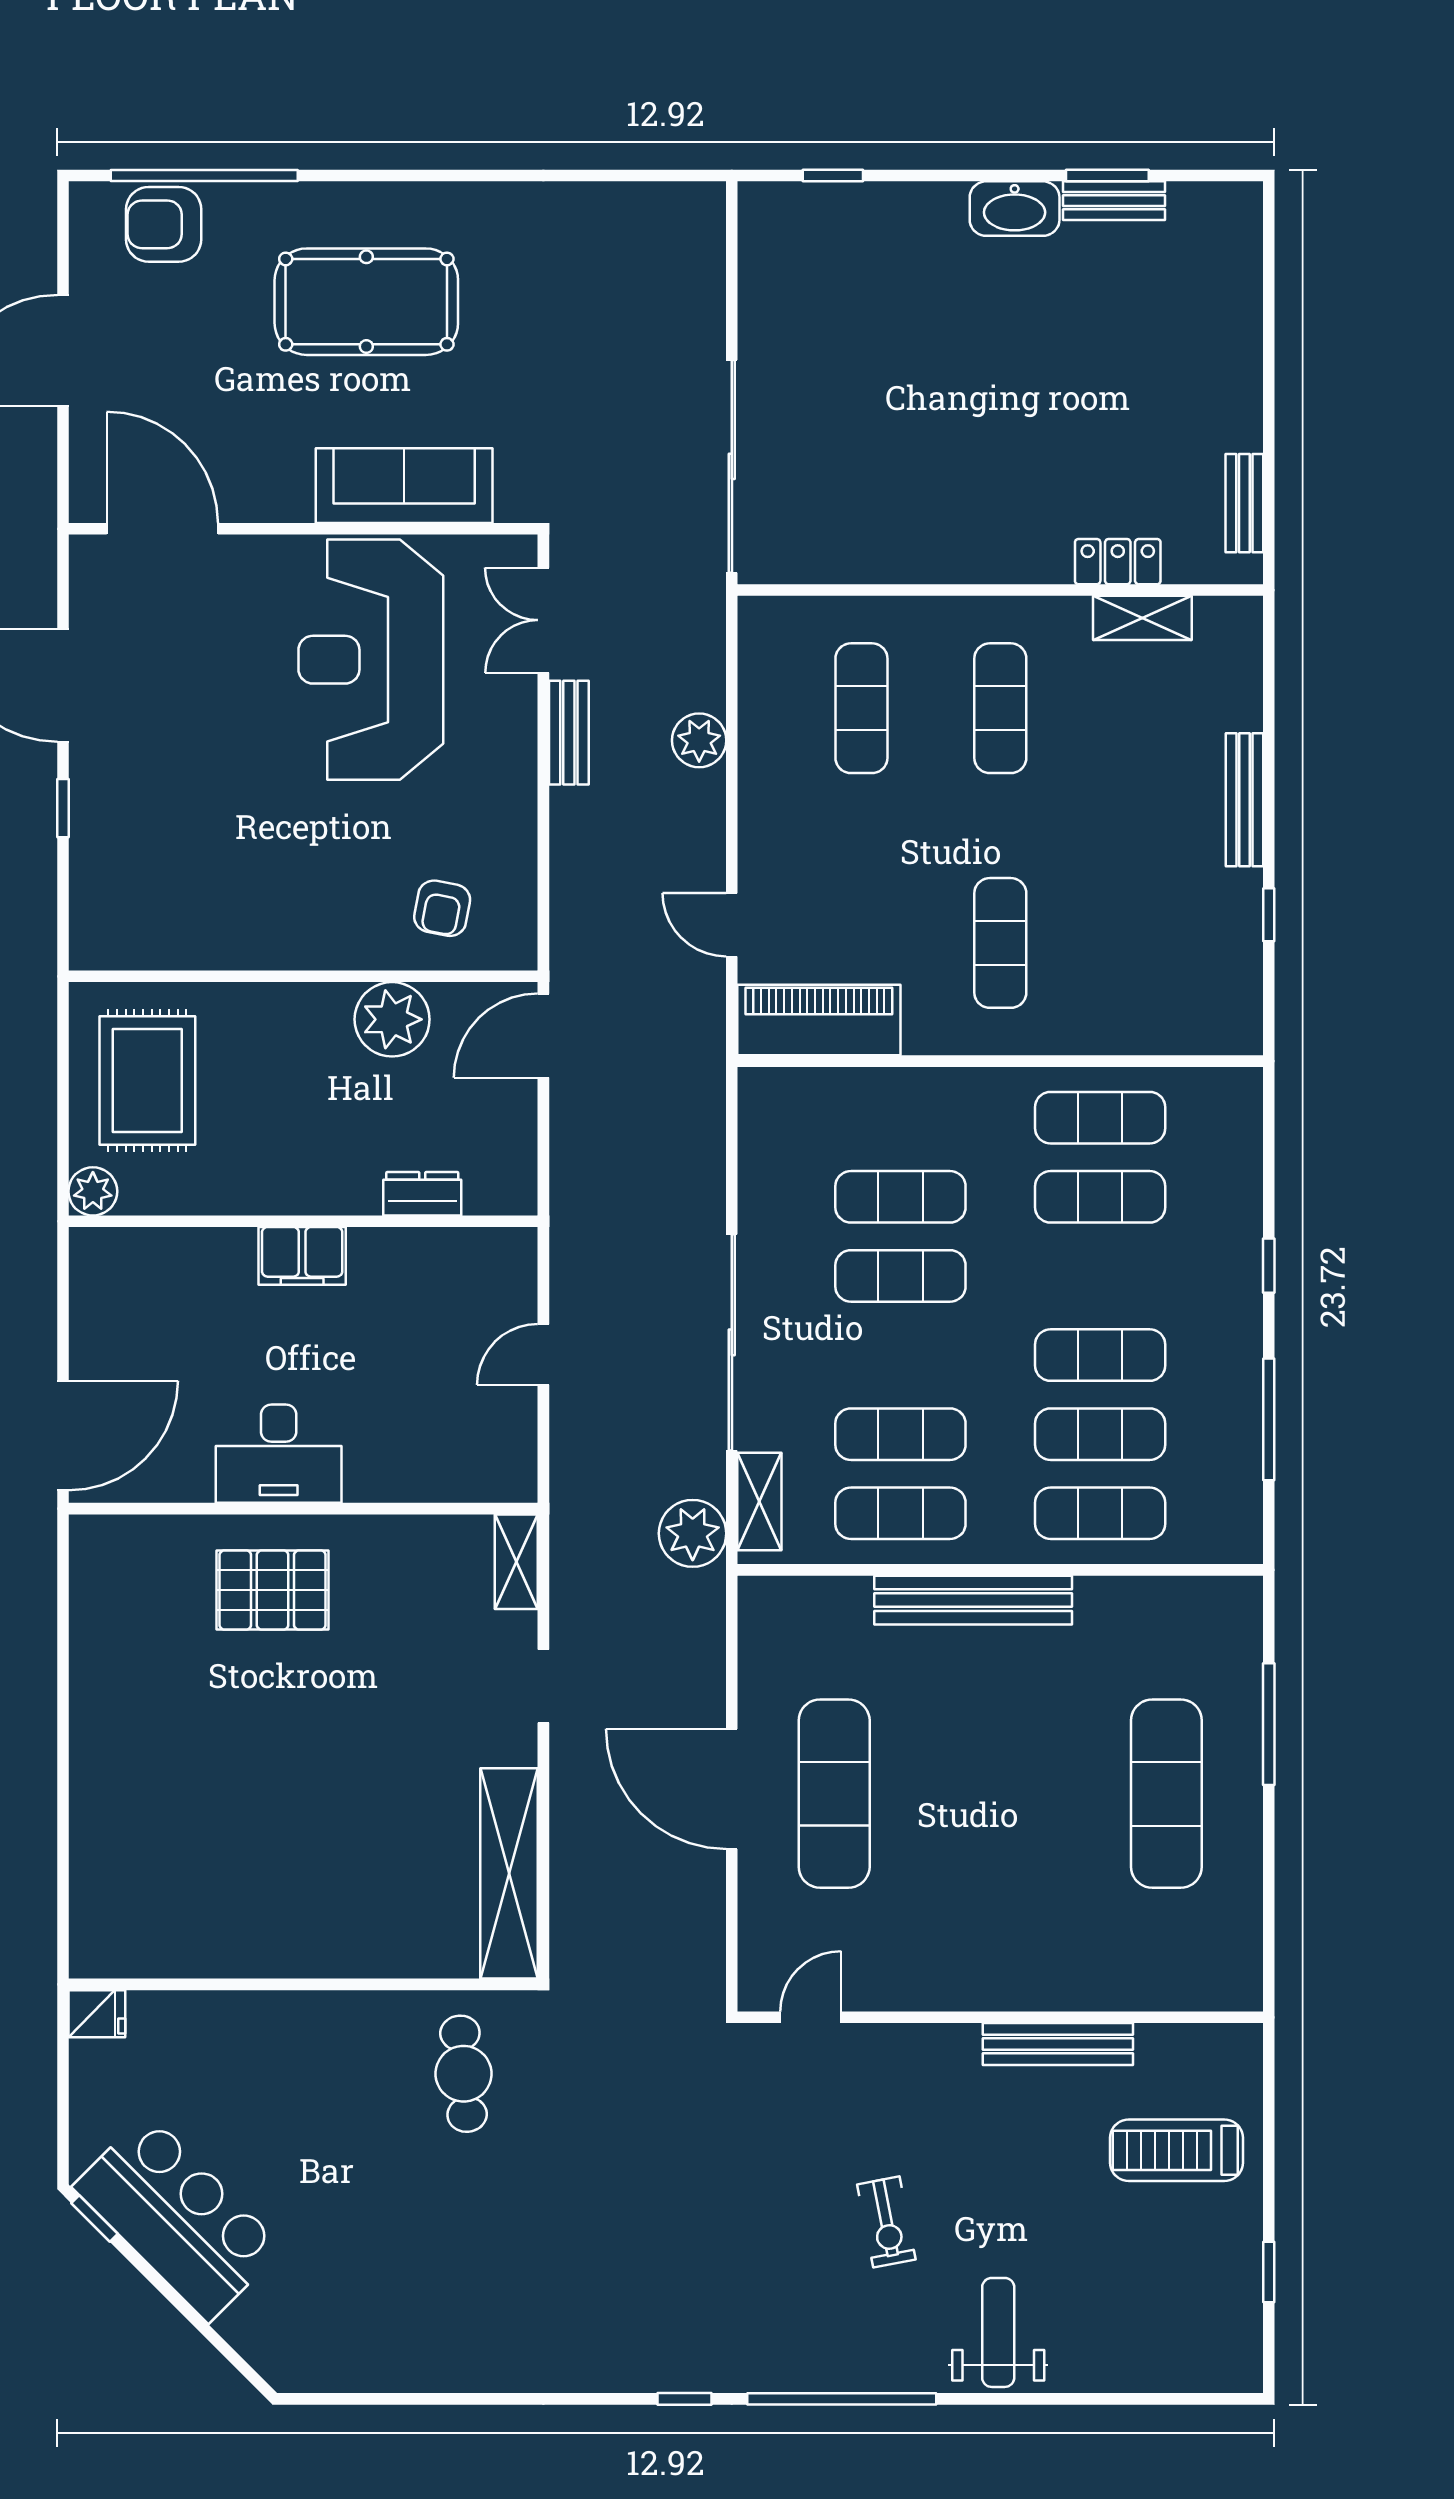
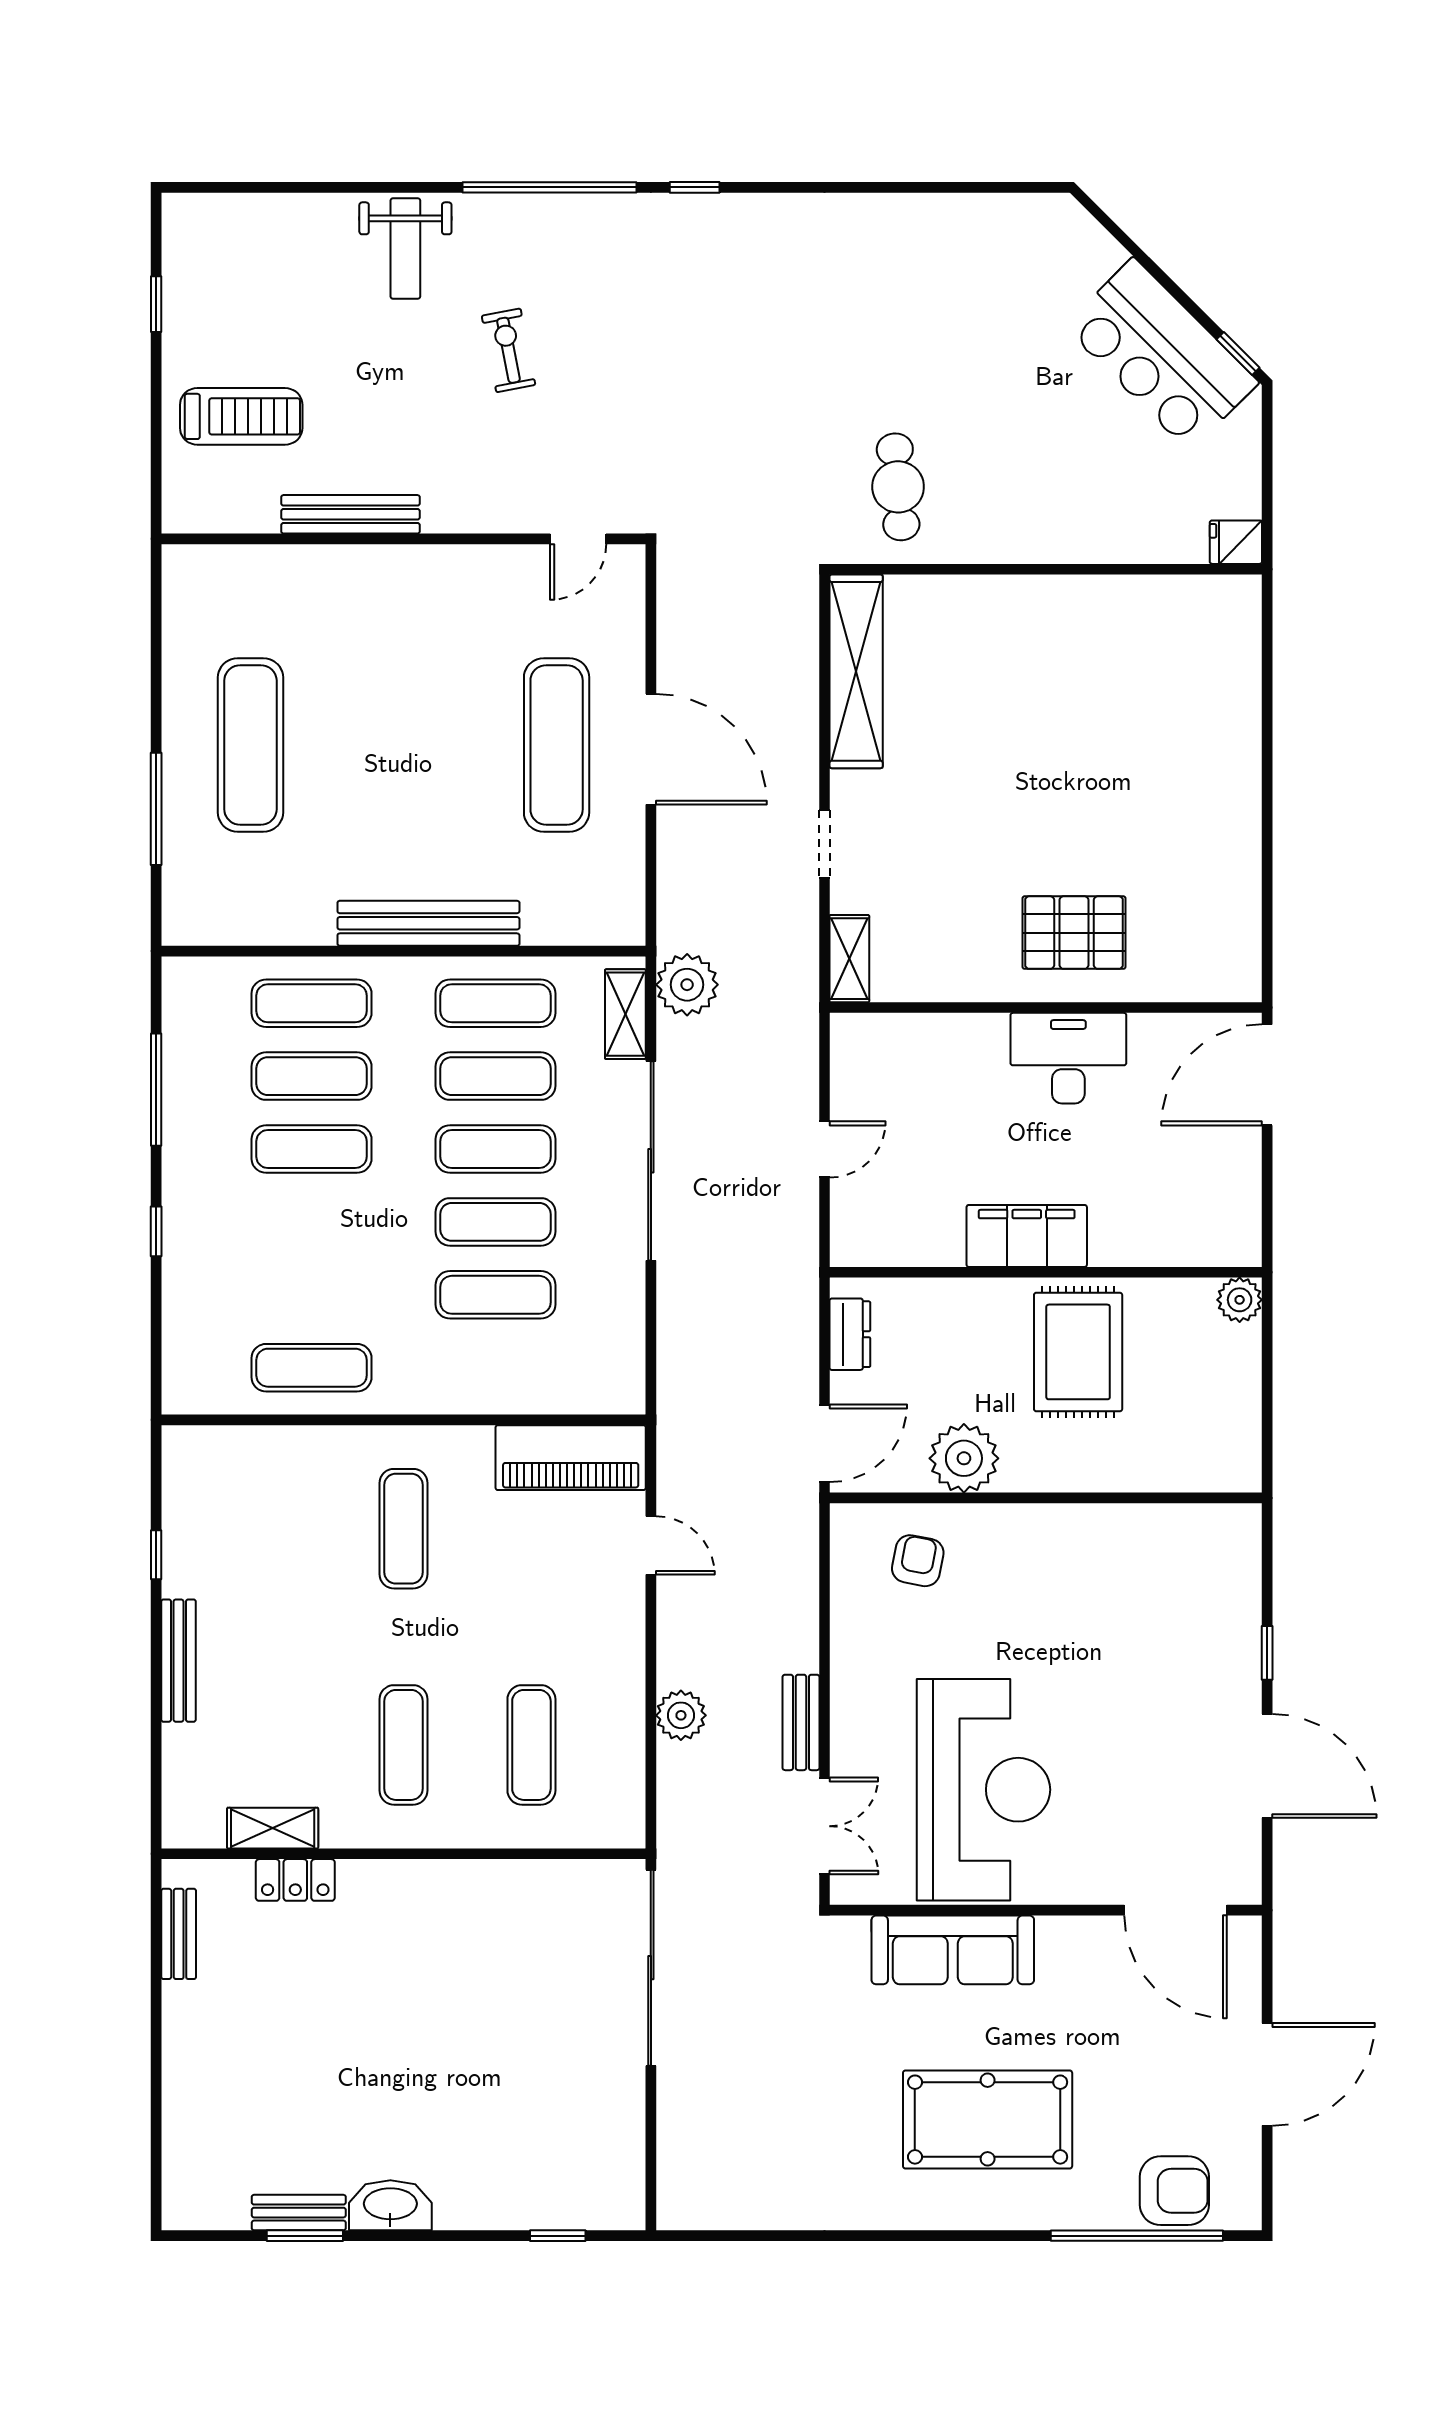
rug: (147, 1080) -> (1078, 1352), moved
dresser: (422, 1194) -> (850, 1334), moved, turned -90
exercise mat: (1100, 1197) -> (495, 1149), moved
filing cabinet: (302, 1256) -> (1027, 1236), width x1.50, depth x1.17

